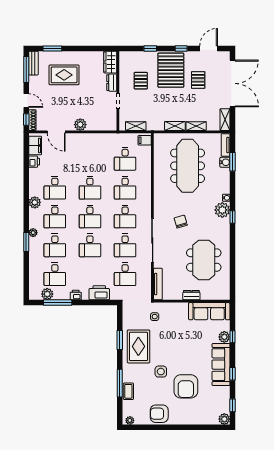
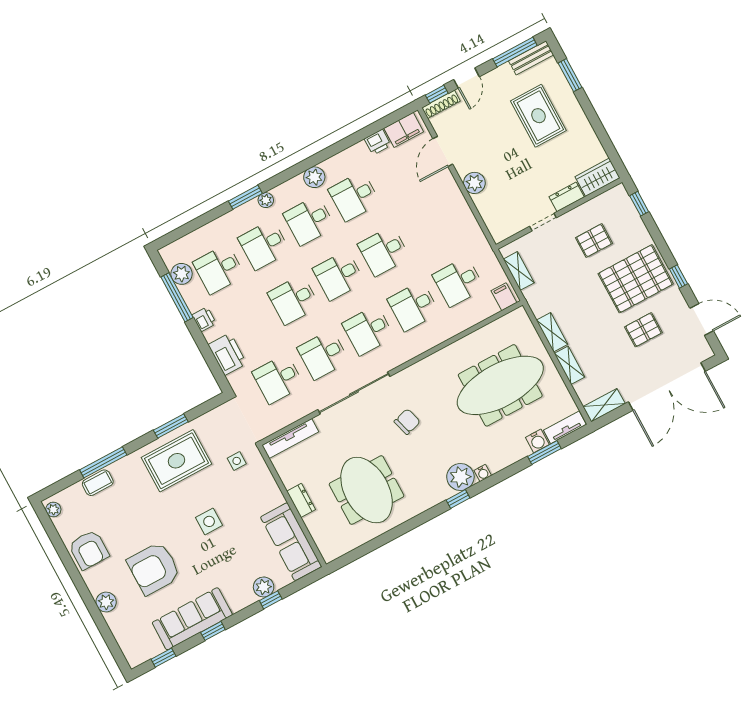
window: (150, 48) -> (639, 204), moved
meeting table: (204, 260) -> (367, 490), turned 90
sofa: (221, 365) -> (192, 619), moved
side table: (161, 372) -> (209, 521), moved
armchair: (159, 414) -> (89, 550), turned 180
plant: (224, 419) -> (106, 602), moved

